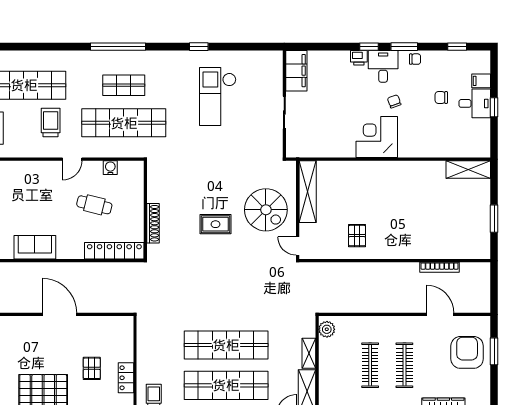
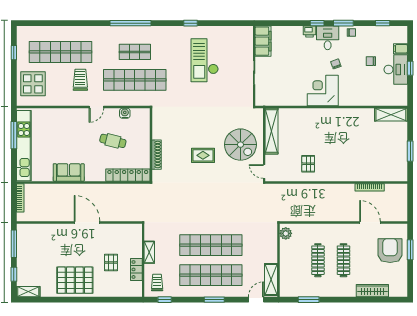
desk: (475, 103) -> (396, 70), width x1.37
shelving: (309, 353) -> (149, 252), moved

